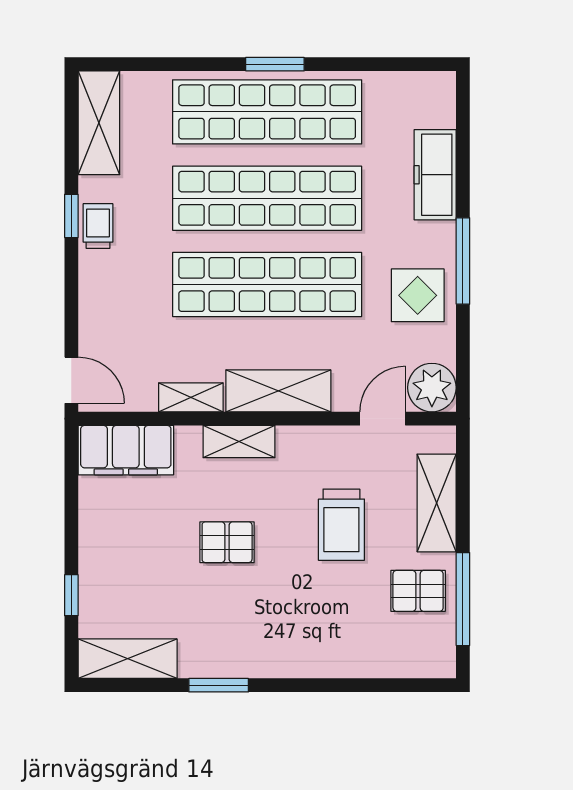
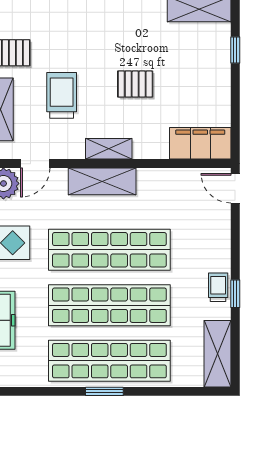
trolley: (98, 226) -> (218, 287), turned 180
shelving: (191, 397) -> (158, 177), removed
shelving: (239, 441) -> (109, 149), moved

